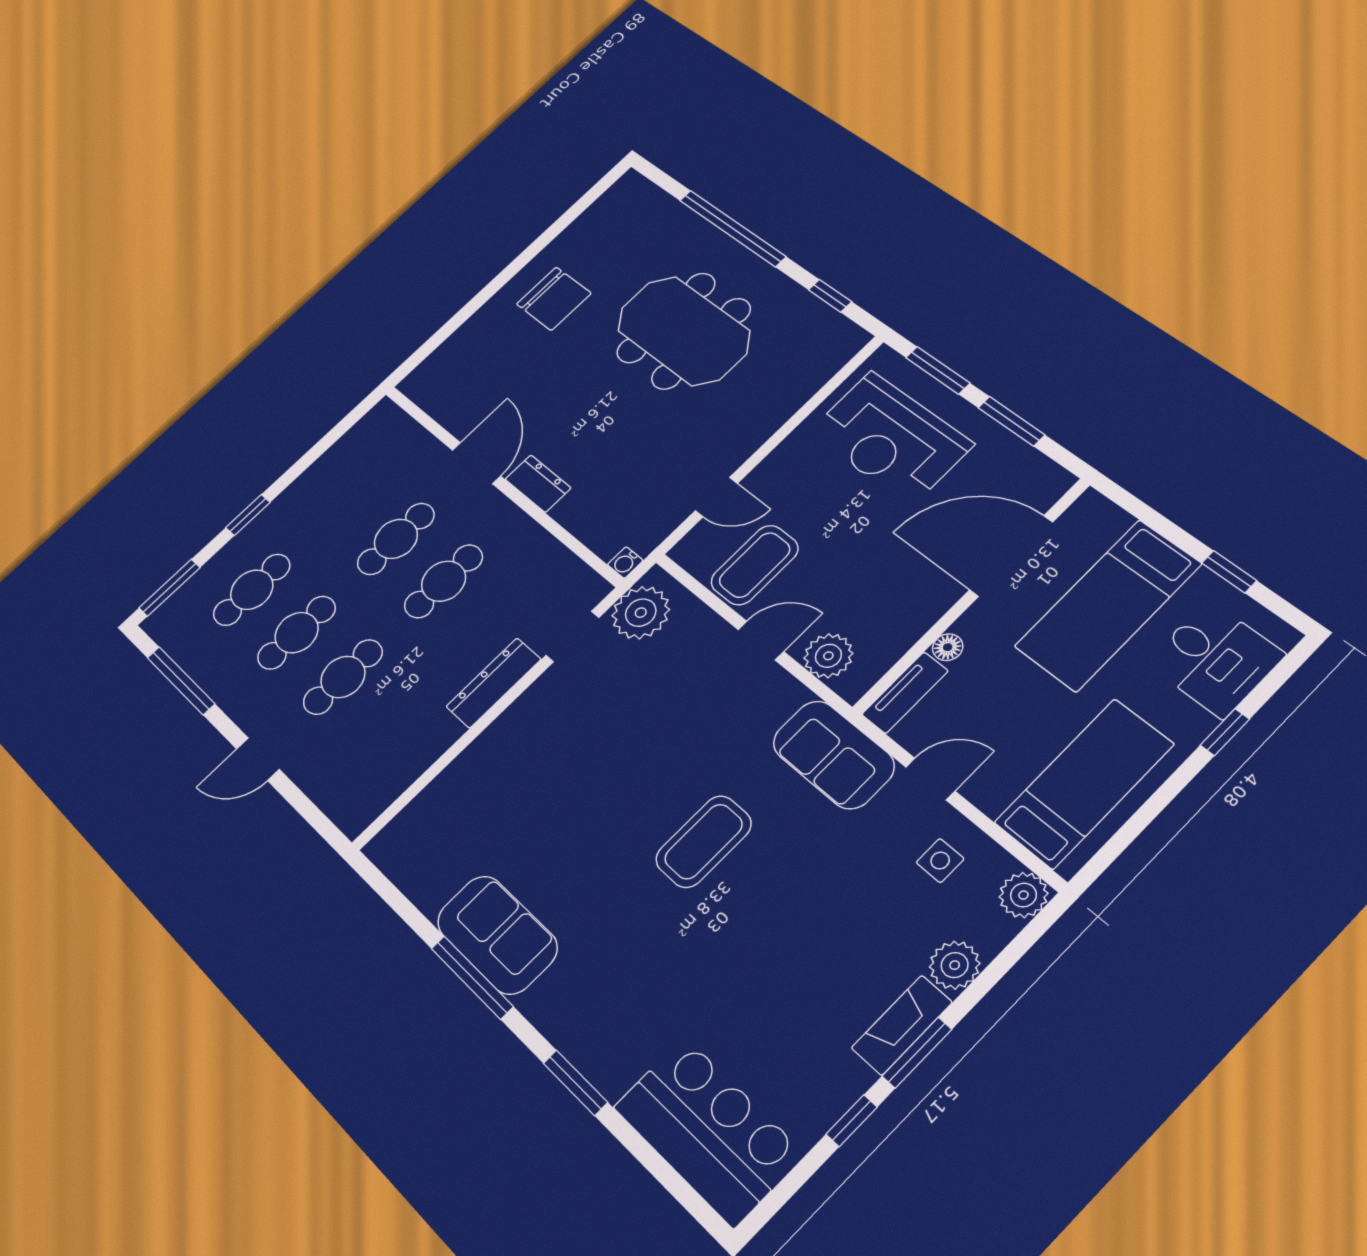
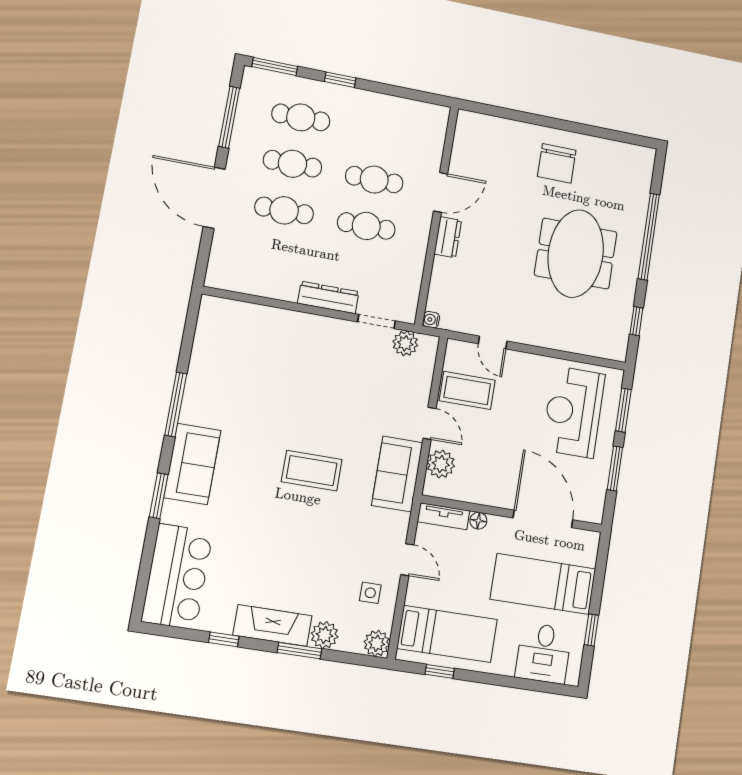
plant: (641, 613) -> (405, 343), width x0.73, depth x0.73
window: (1225, 732) -> (440, 671), moved
sofa: (833, 754) -> (397, 474), moved
door: (258, 759) -> (214, 198), width x1.88
sofa: (497, 935) -> (192, 464), moved
fireplace: (902, 1025) -> (272, 626), width x1.37, depth x1.32
window: (917, 1053) -> (299, 651), moved

